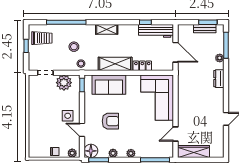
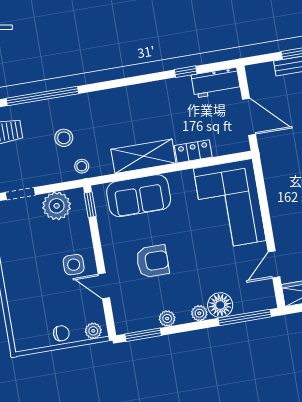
shelving: (107, 29) -> (118, 96), removed
workbench: (156, 31) -> (216, 83), width x0.73
floor lamp: (91, 151) -> (220, 305), moved

